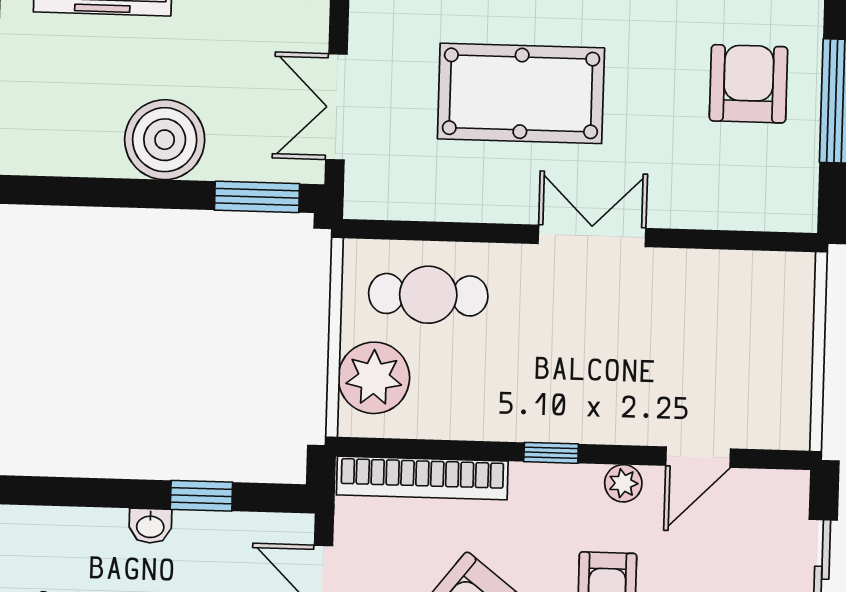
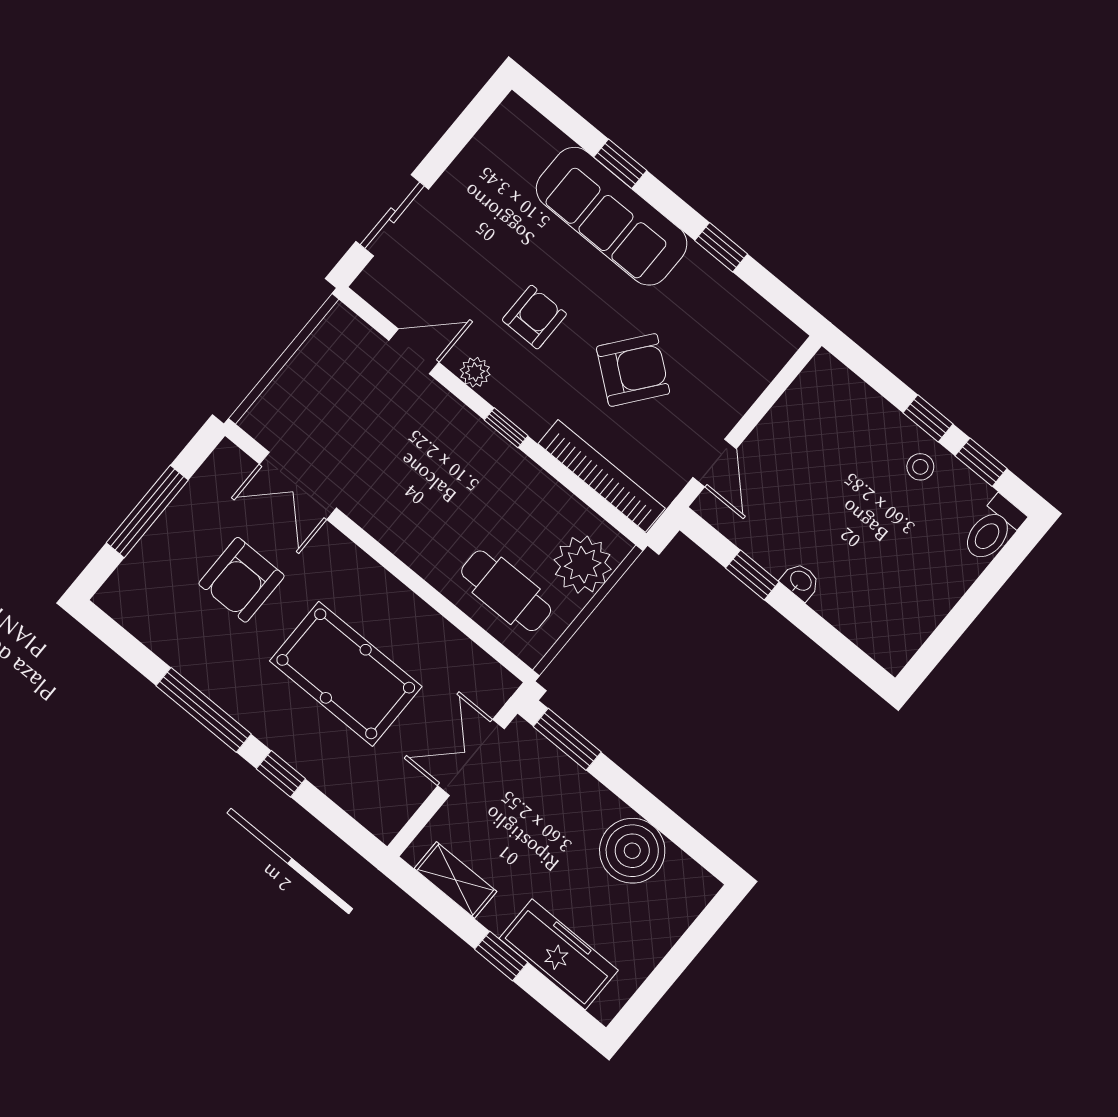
armchair: (748, 84) -> (242, 580), moved
double door: (336, 107) -> (471, 757), swing flipped
boiler: (165, 140) -> (632, 851), moved
double door: (592, 236) -> (298, 486), moved

